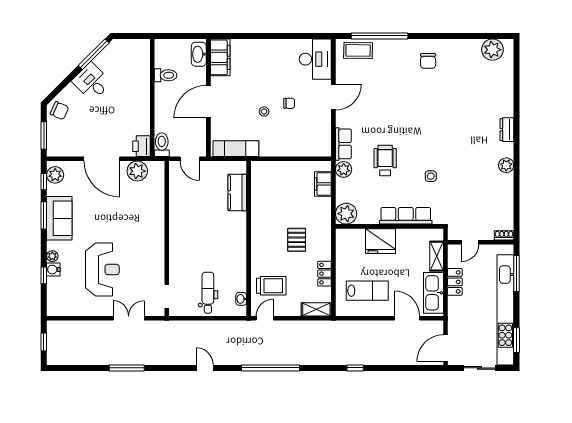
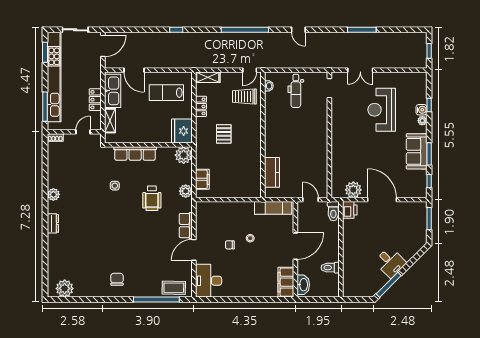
chair: (59, 111) -> (417, 239), removed
row of seats: (343, 144) -> (186, 226), moved
plant: (55, 175) -> (420, 187), removed
fridge: (381, 241) -> (182, 131), moved, turned -90

